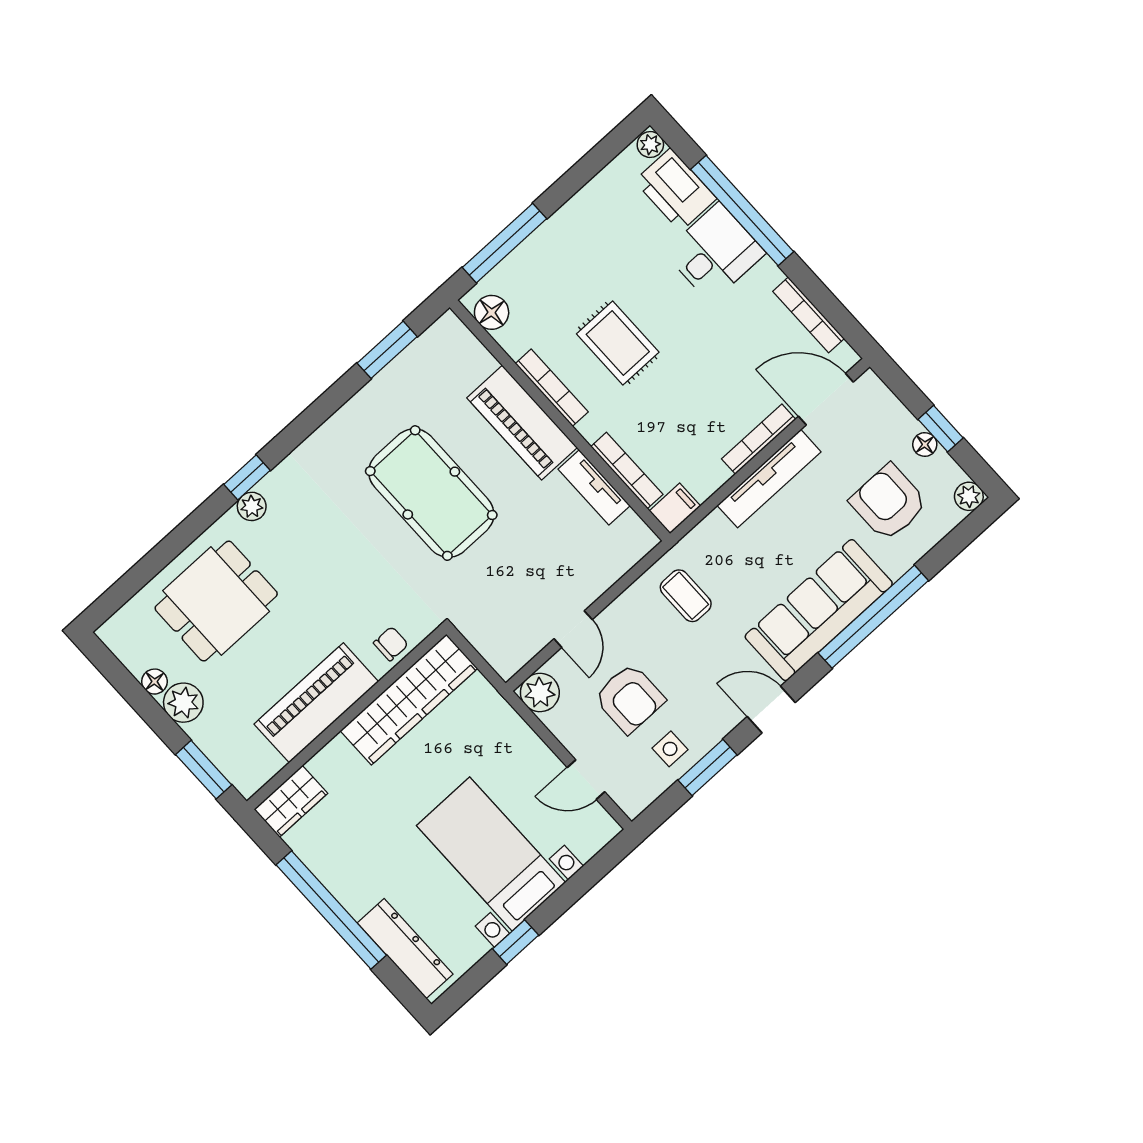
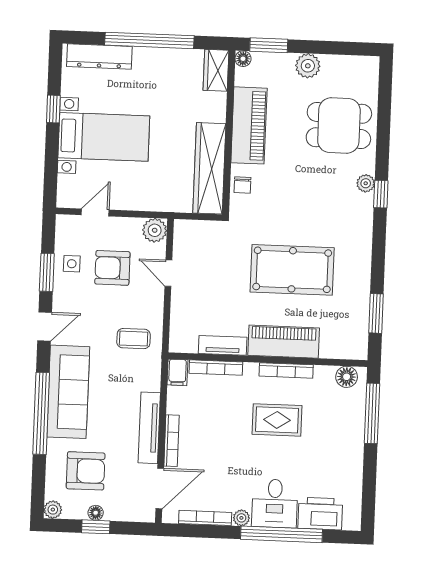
plant: (650, 145) -> (241, 518), moved
dining table: (216, 601) -> (339, 126), turned 90
floor lamp: (154, 682) -> (243, 59), moved

